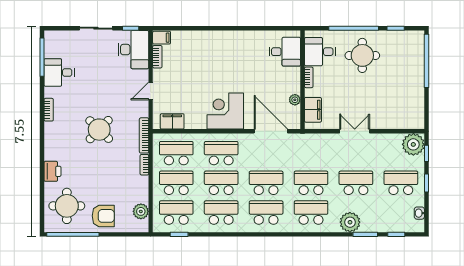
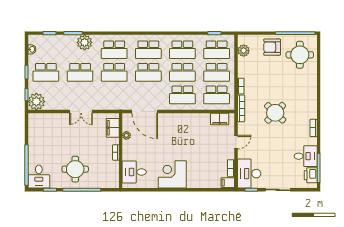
desk: (320, 52) -> (39, 177), moved, turned 90
corner desk: (225, 111) -> (172, 174), moved, turned 180
printer: (52, 171) -> (311, 175), moved

